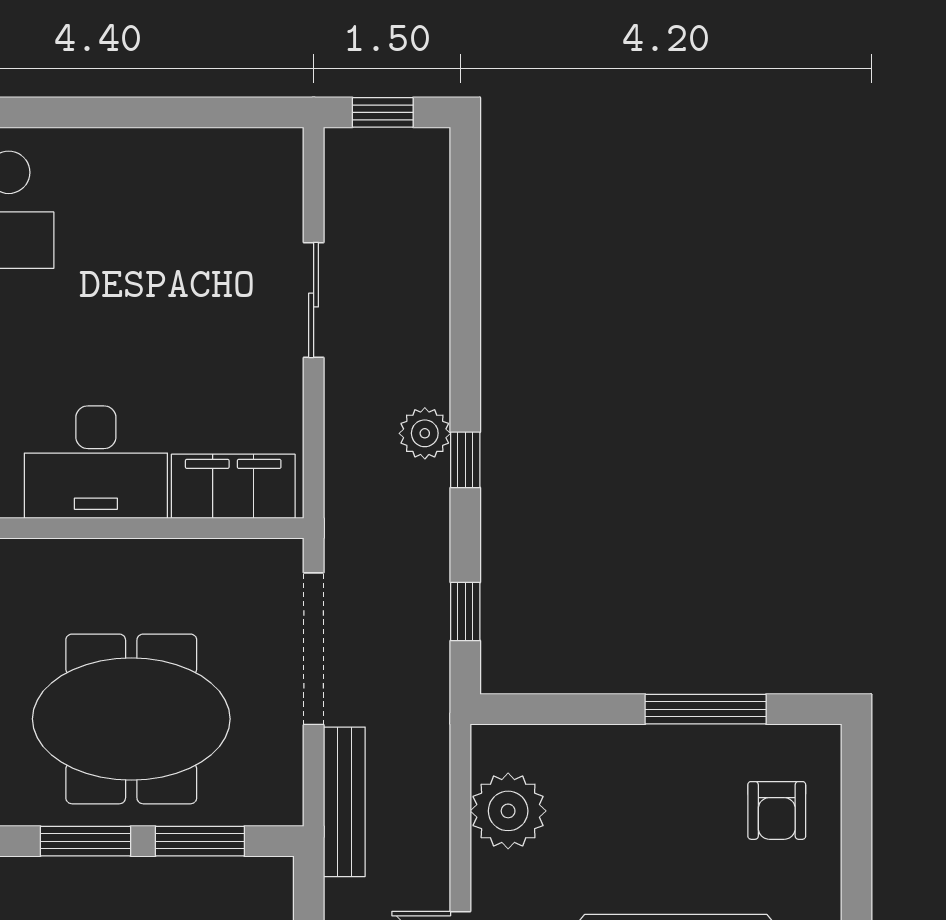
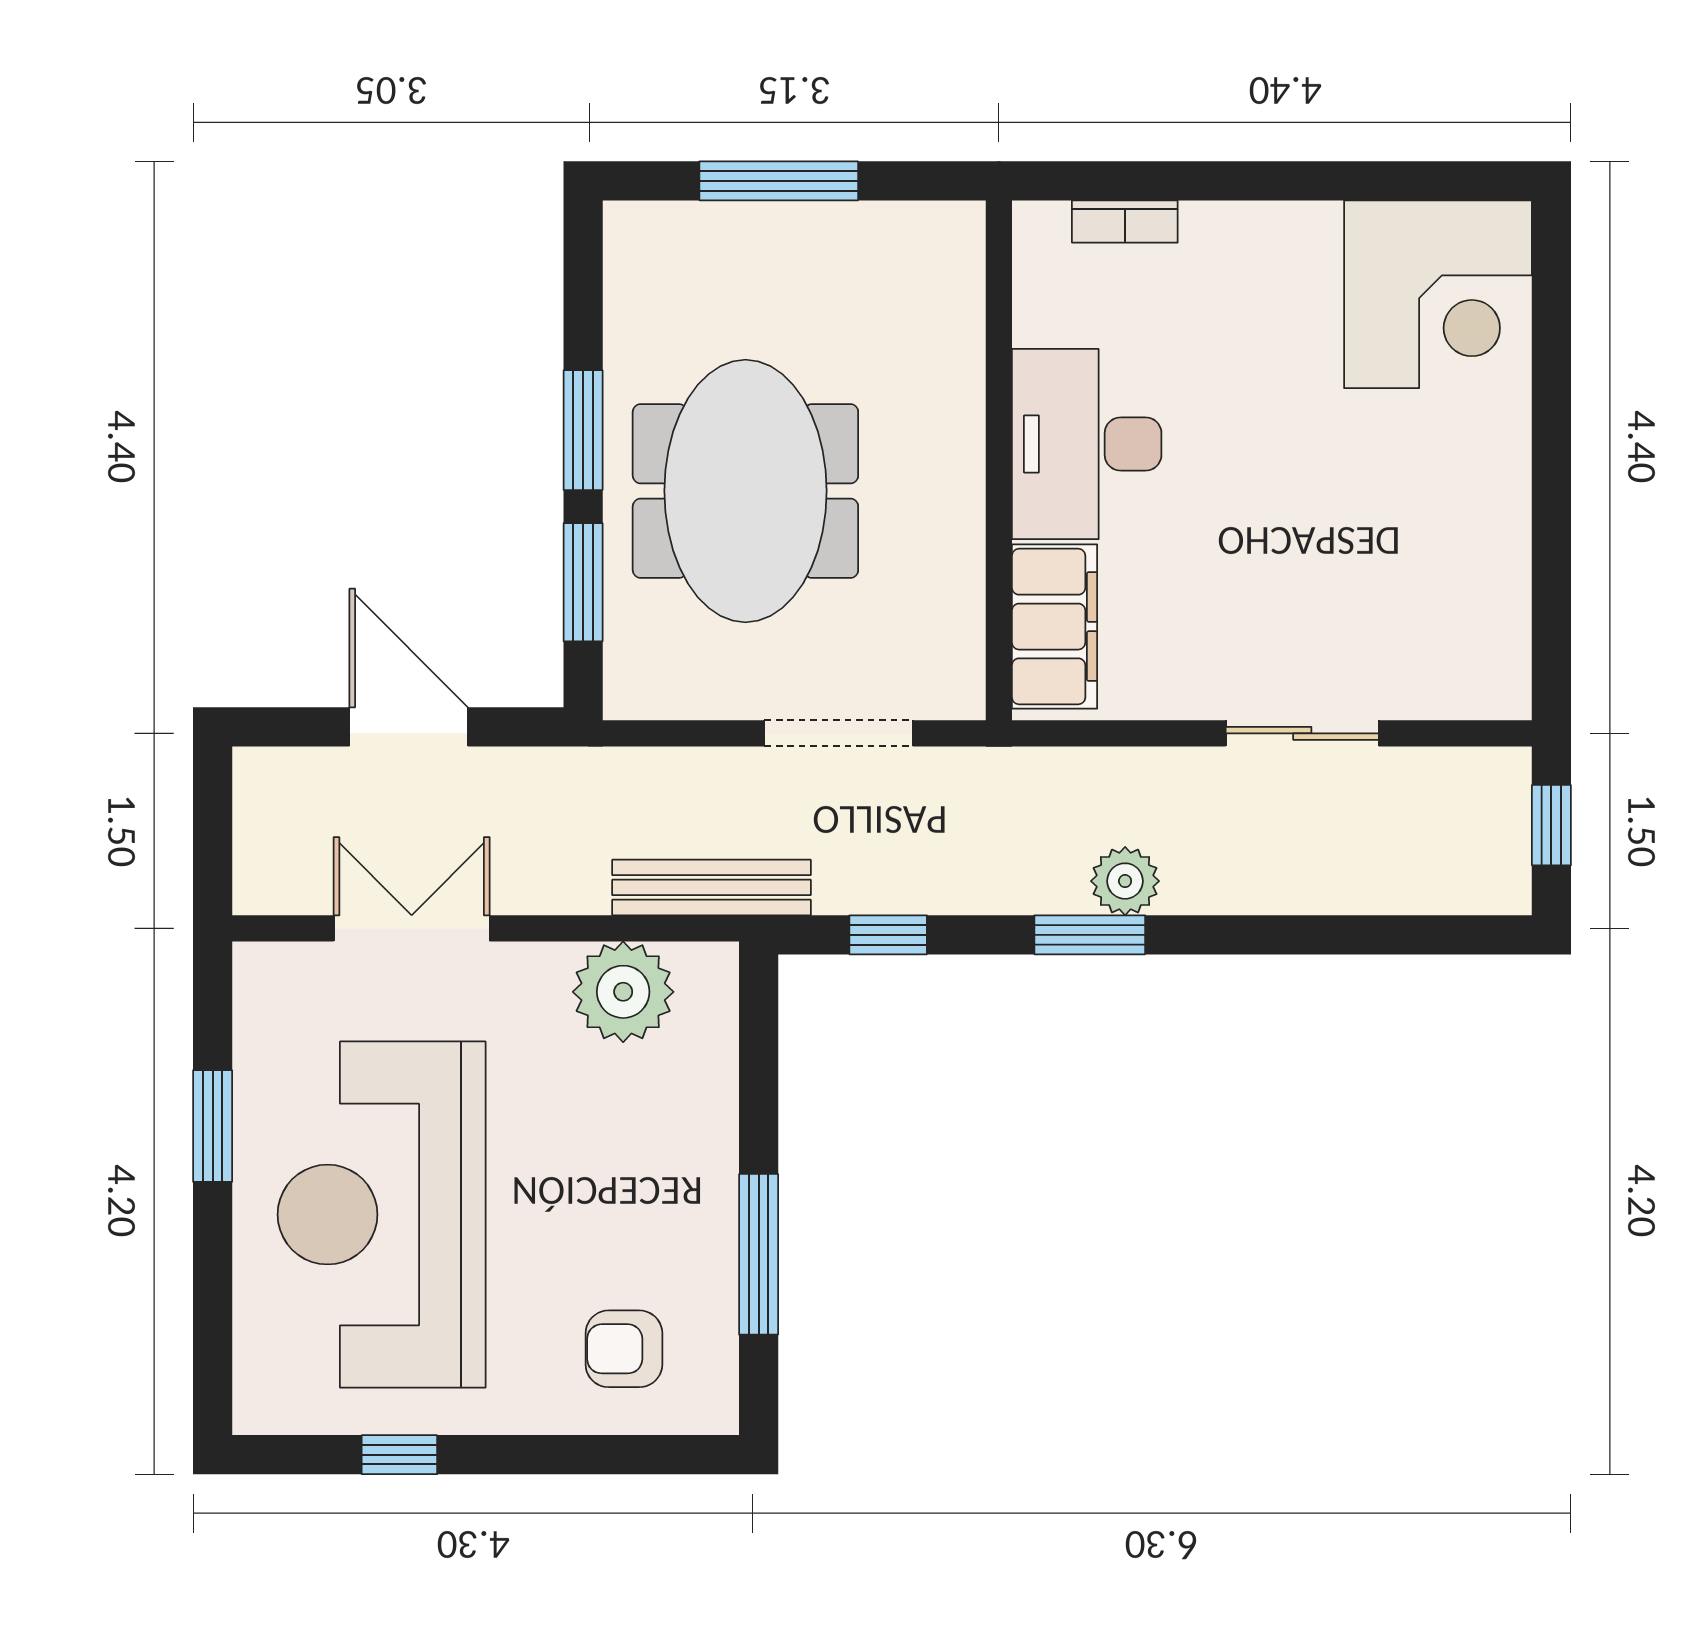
window: (465, 460) -> (1090, 935), width x1.50
doorway: (314, 649) -> (839, 733), width x0.73
bench: (344, 802) -> (711, 887), moved

